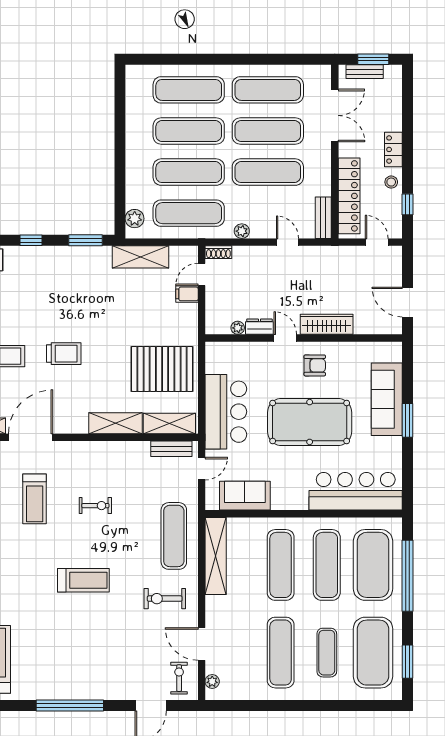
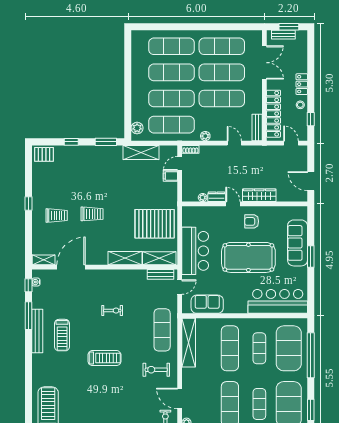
armchair: (315, 365) -> (252, 221), turned 180
treadmill: (35, 499) -> (62, 335), moved
exercise mat: (327, 565) -> (259, 348), width x0.73, depth x0.69

